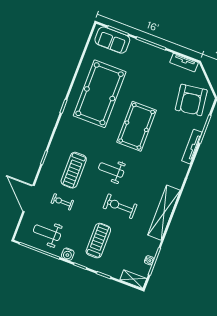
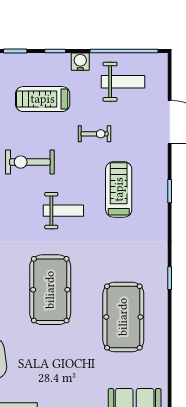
pool table: (100, 94) -> (123, 317), width x0.73, depth x0.76
exercise bike: (62, 202) -> (95, 134), moved
exercise bike: (120, 206) -> (30, 162), turned 180
treadmill: (98, 241) -> (43, 99), turned 90

